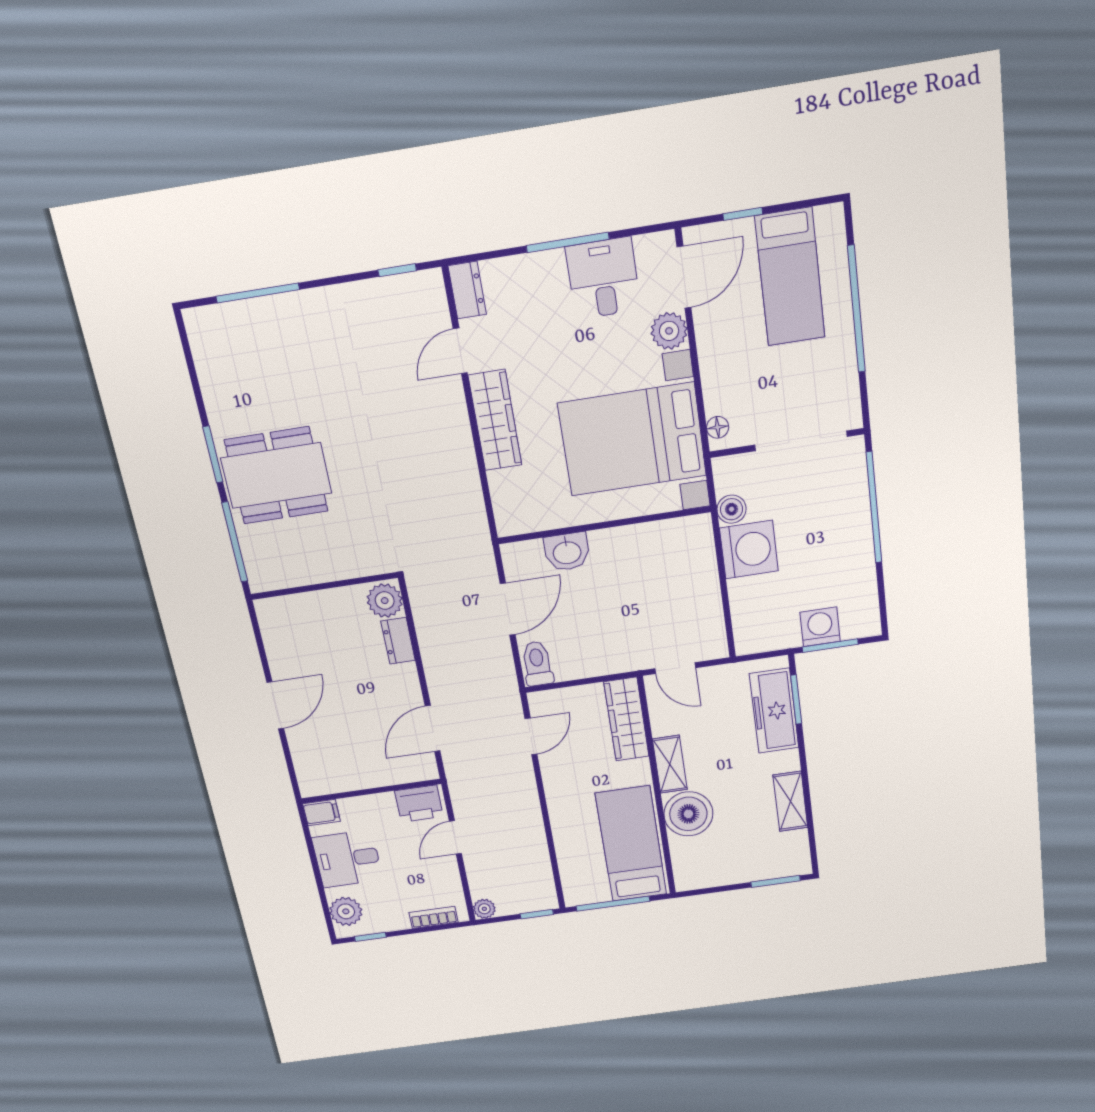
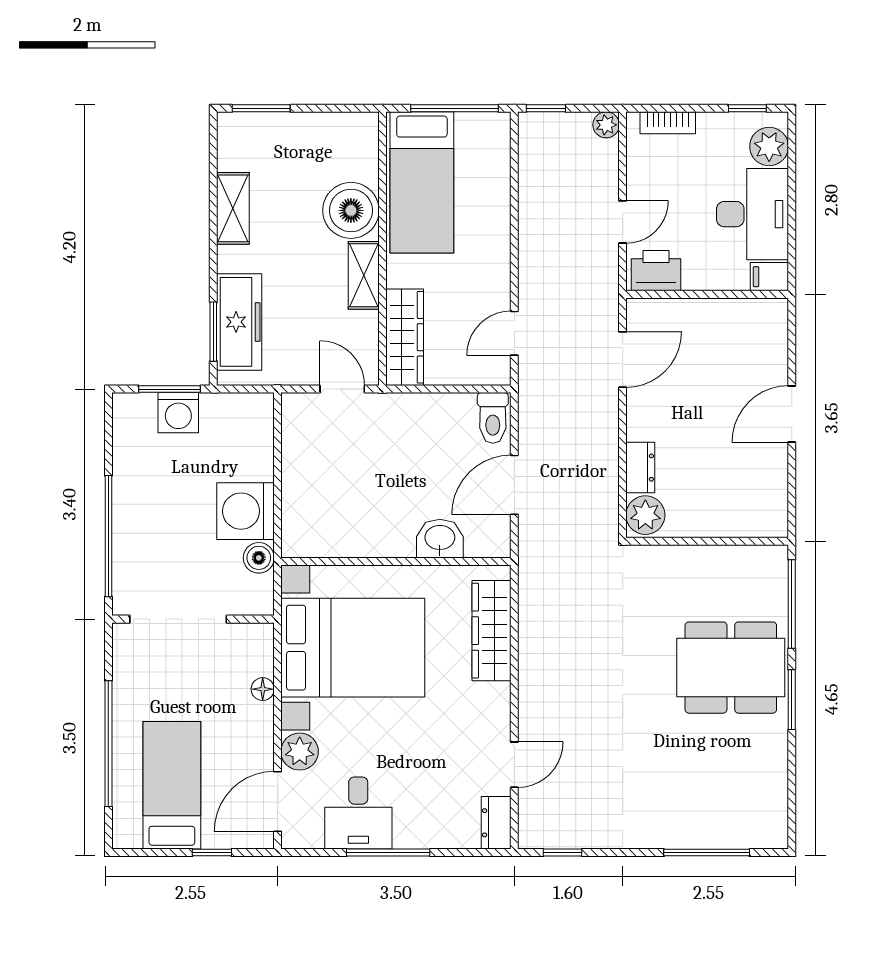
wardrobe: (495, 420) -> (492, 631), moved
floor lamp: (718, 427) -> (263, 689), moved
desk: (347, 859) -> (753, 214), width x1.37

